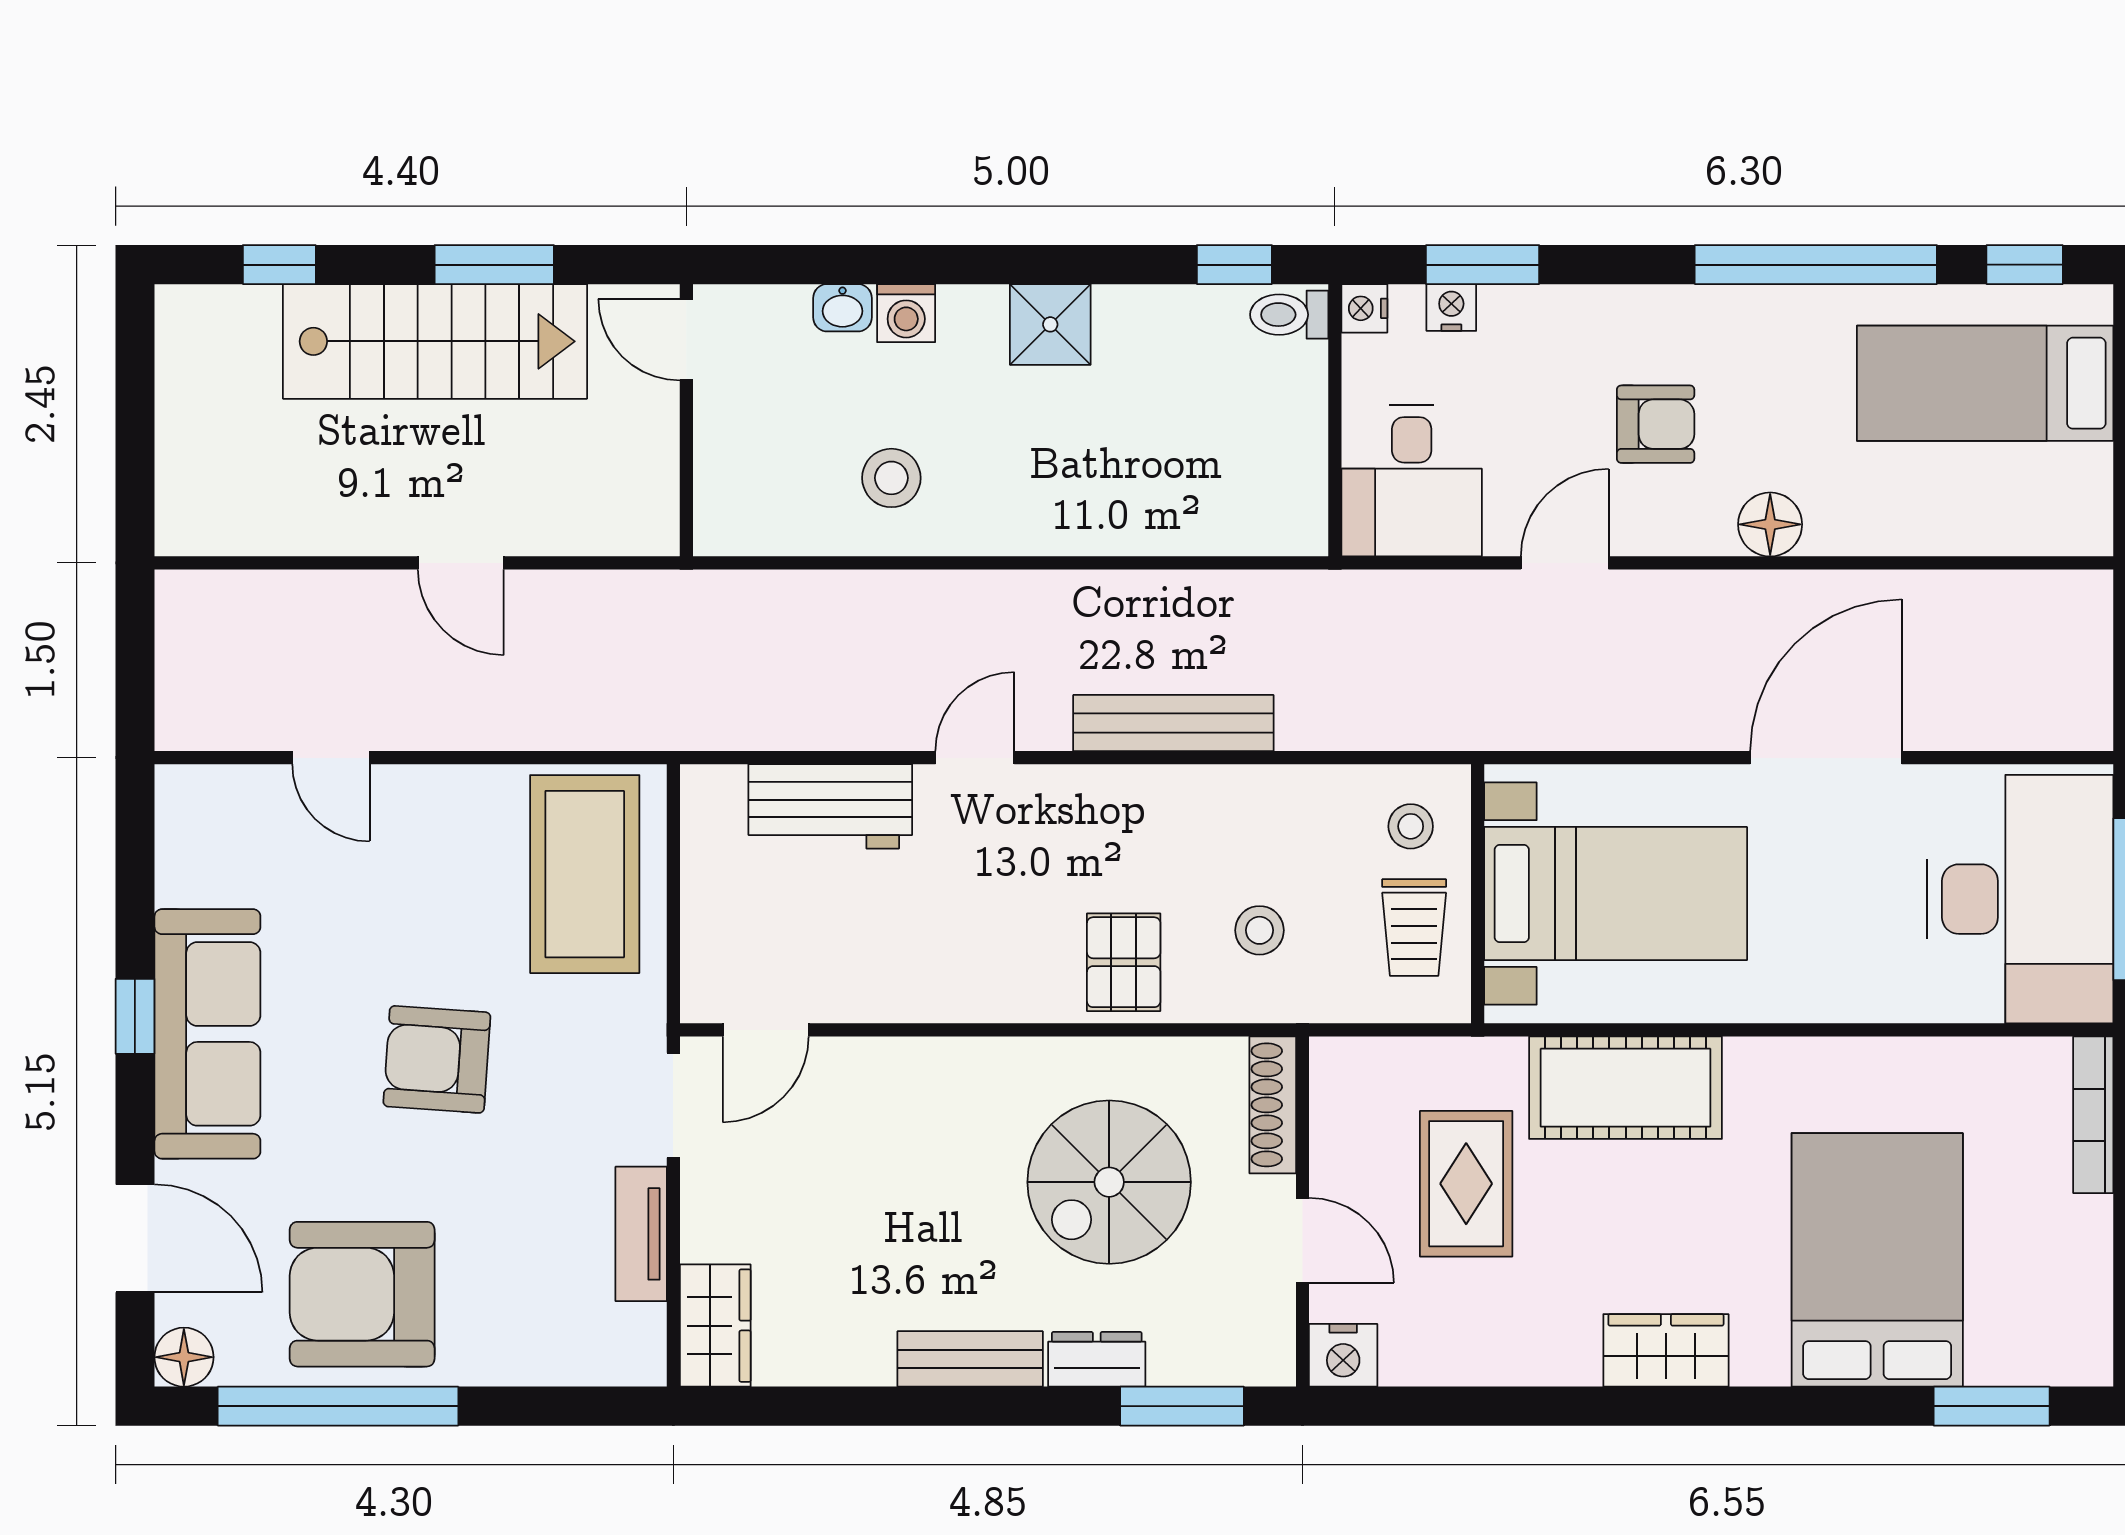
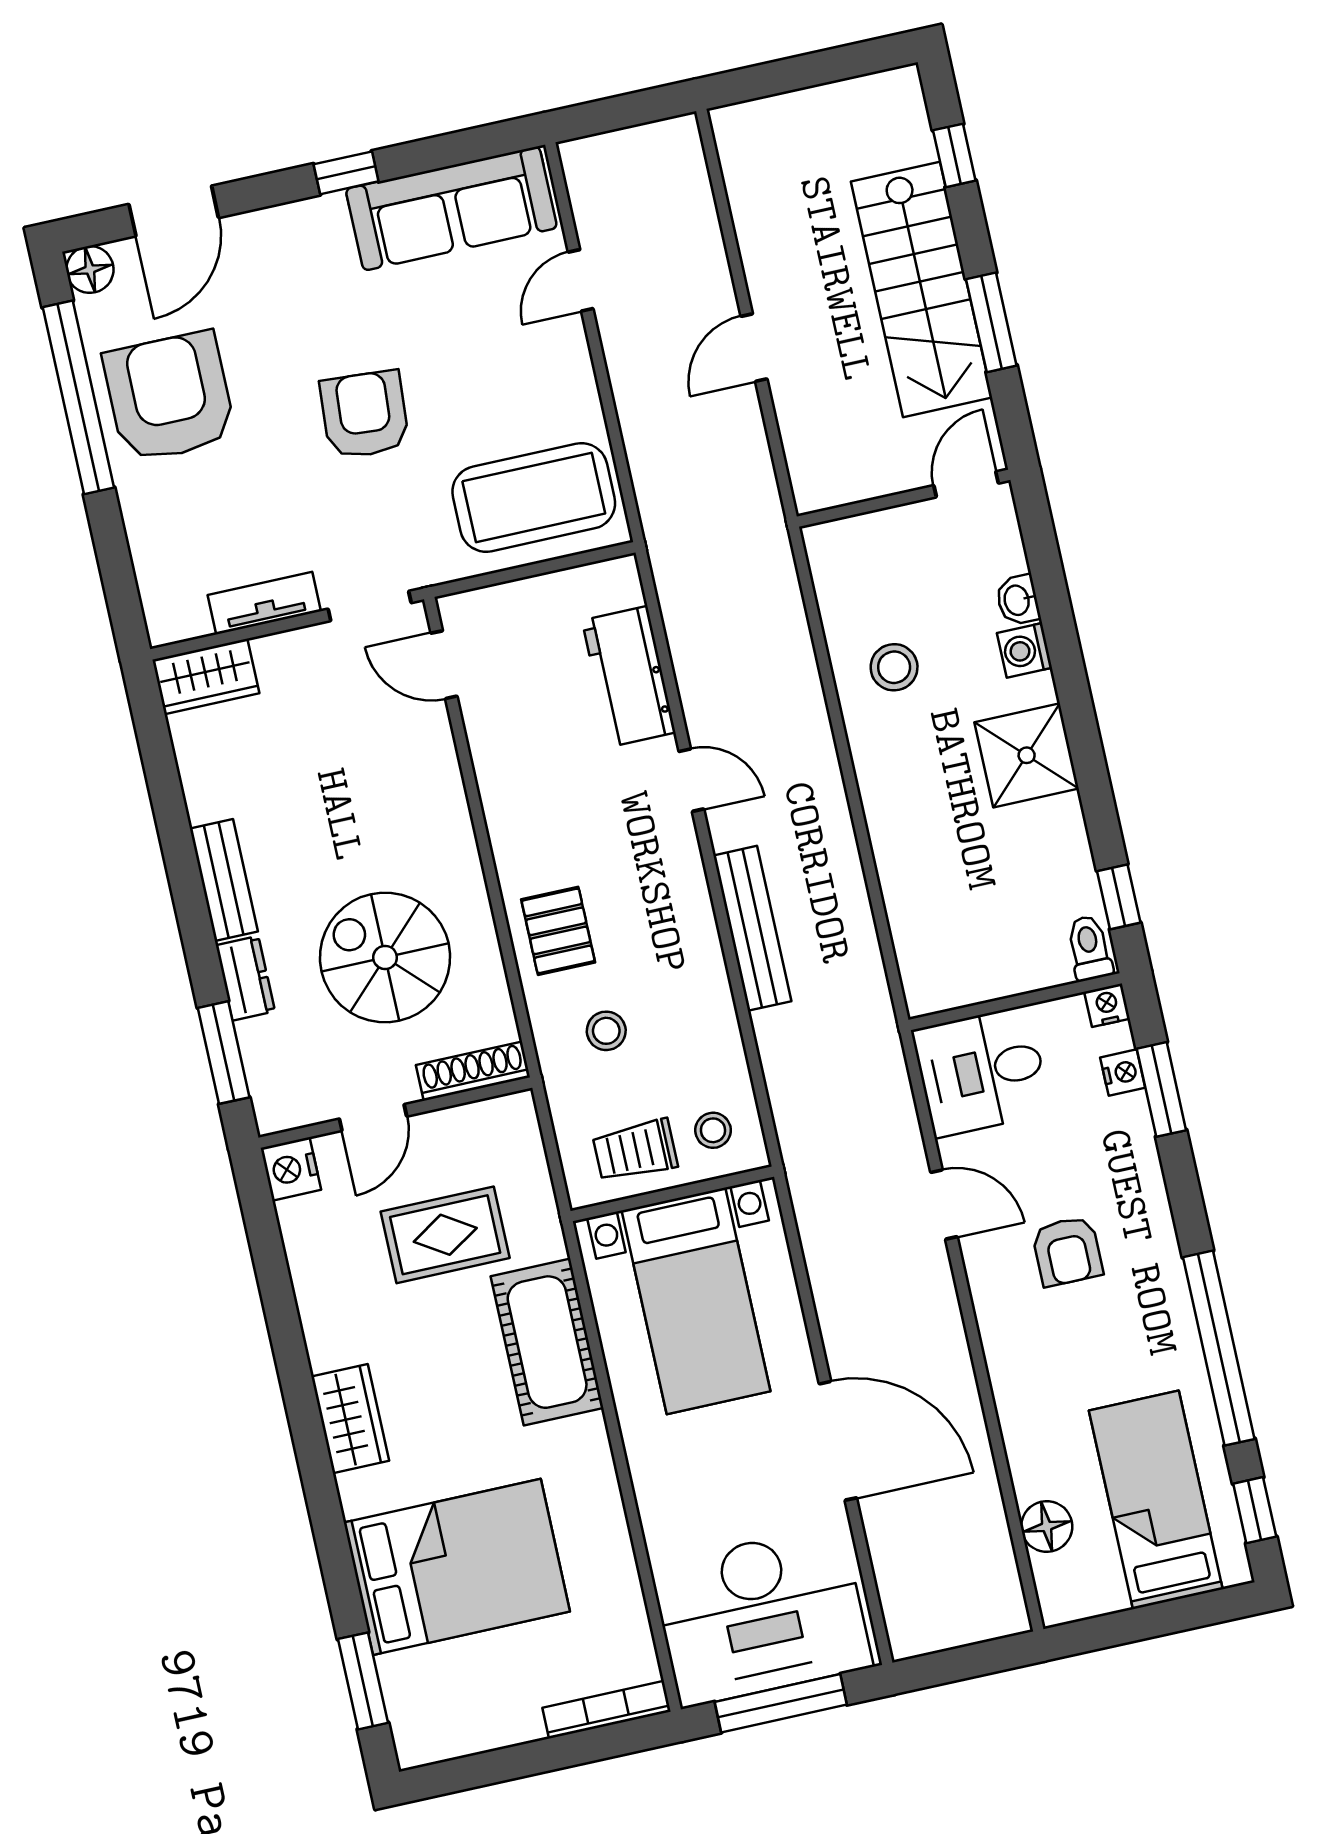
shower: (1050, 324) -> (1027, 755), width x1.36, depth x1.36
floor lamp: (1770, 524) -> (1047, 1527), moved
pallet: (1124, 962) -> (558, 931), turned 90
sofa: (207, 1034) -> (451, 208), moved

